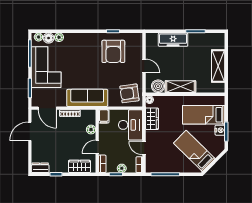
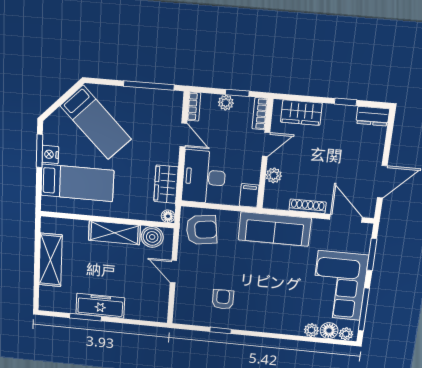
freezer: (173, 40) -> (100, 306), moved
armchair: (113, 51) -> (223, 299), width x0.53, depth x0.53

